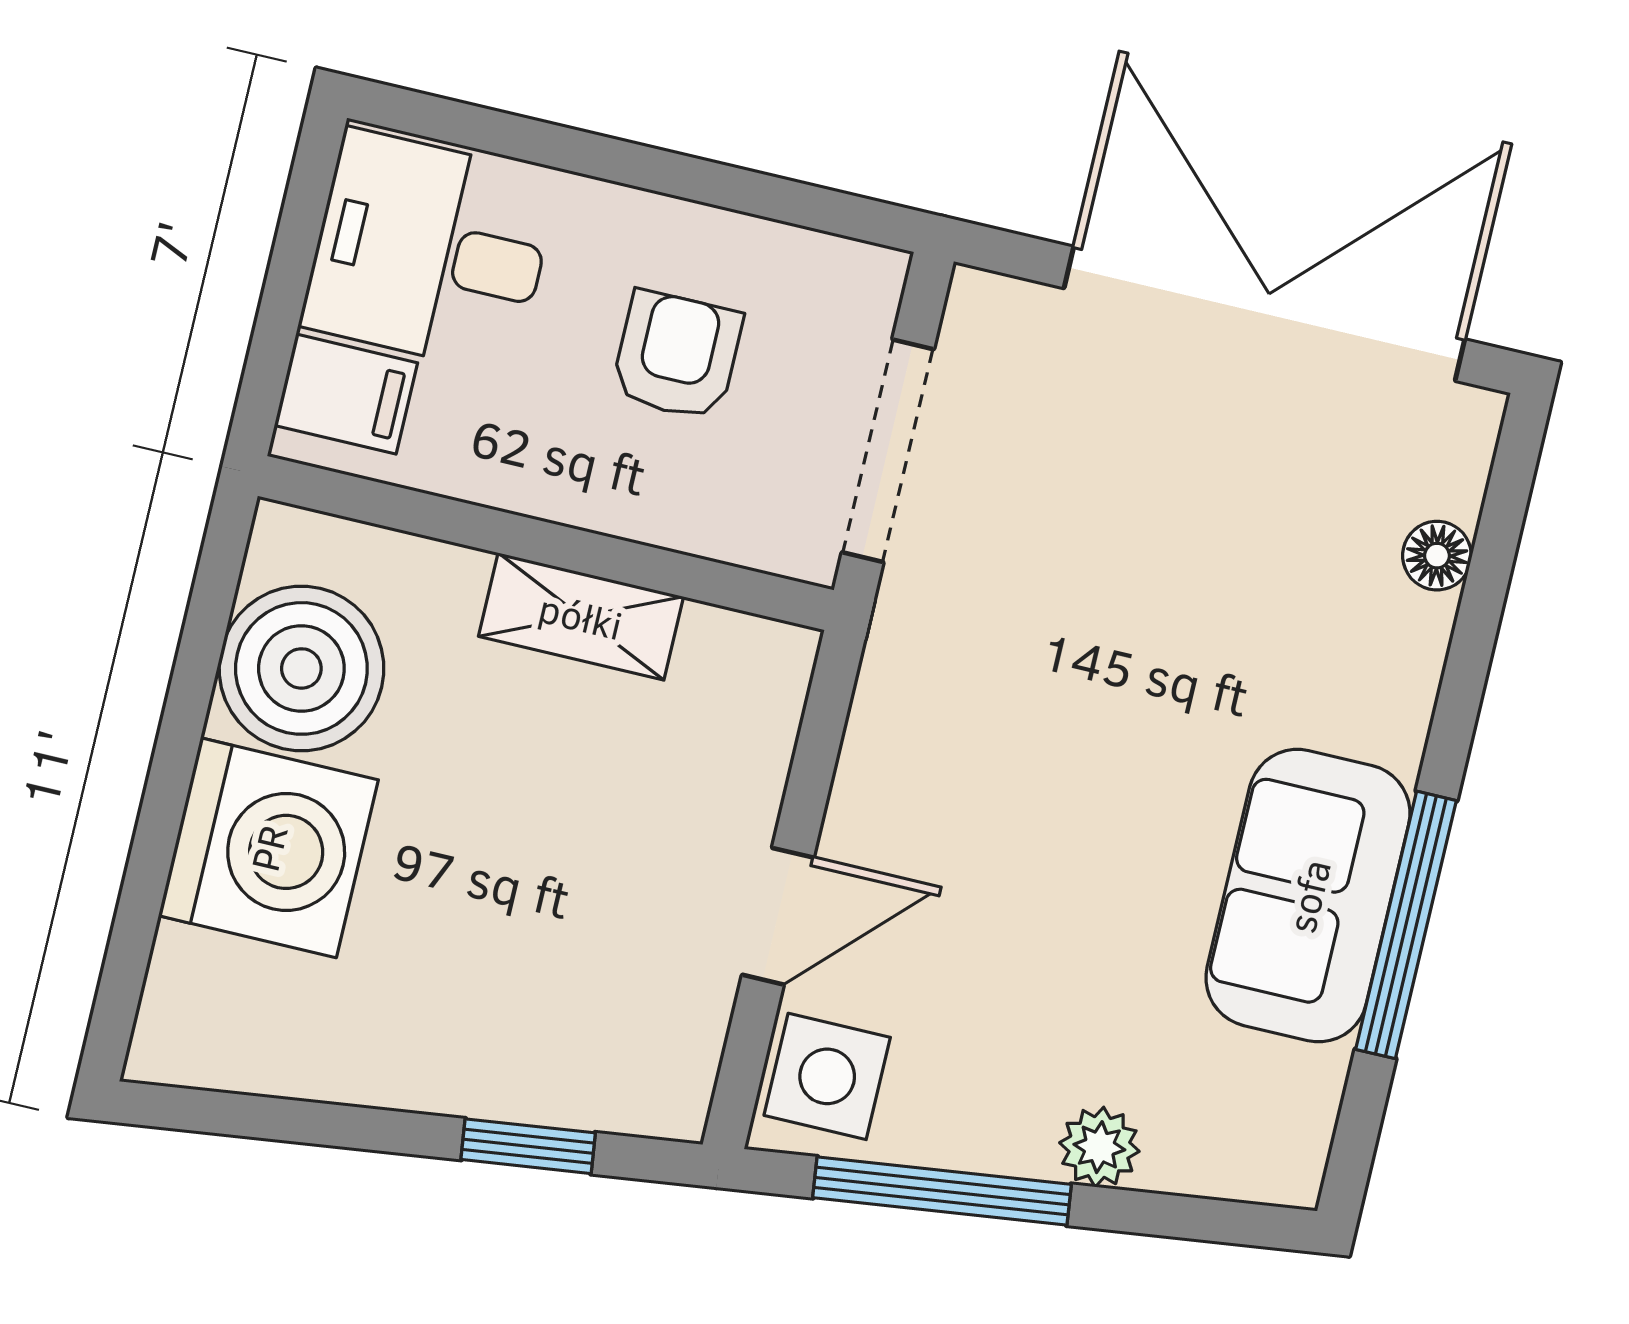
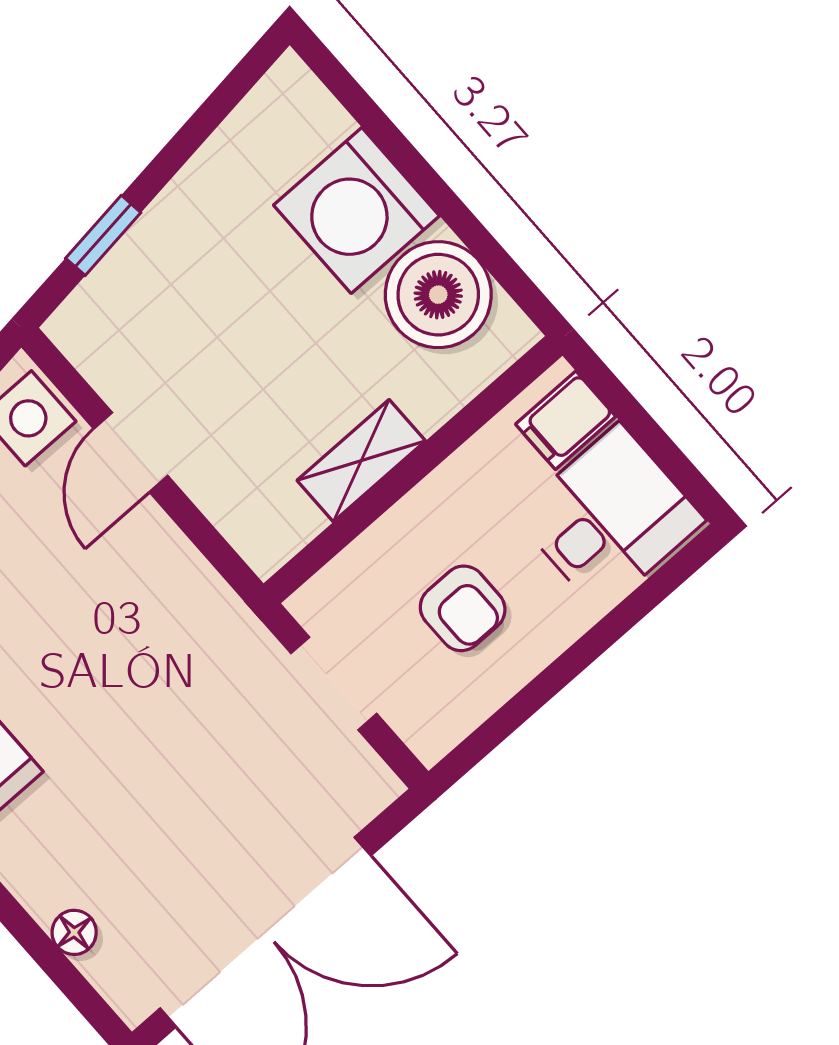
doorway: (888, 451) -> (334, 683), width x0.73

